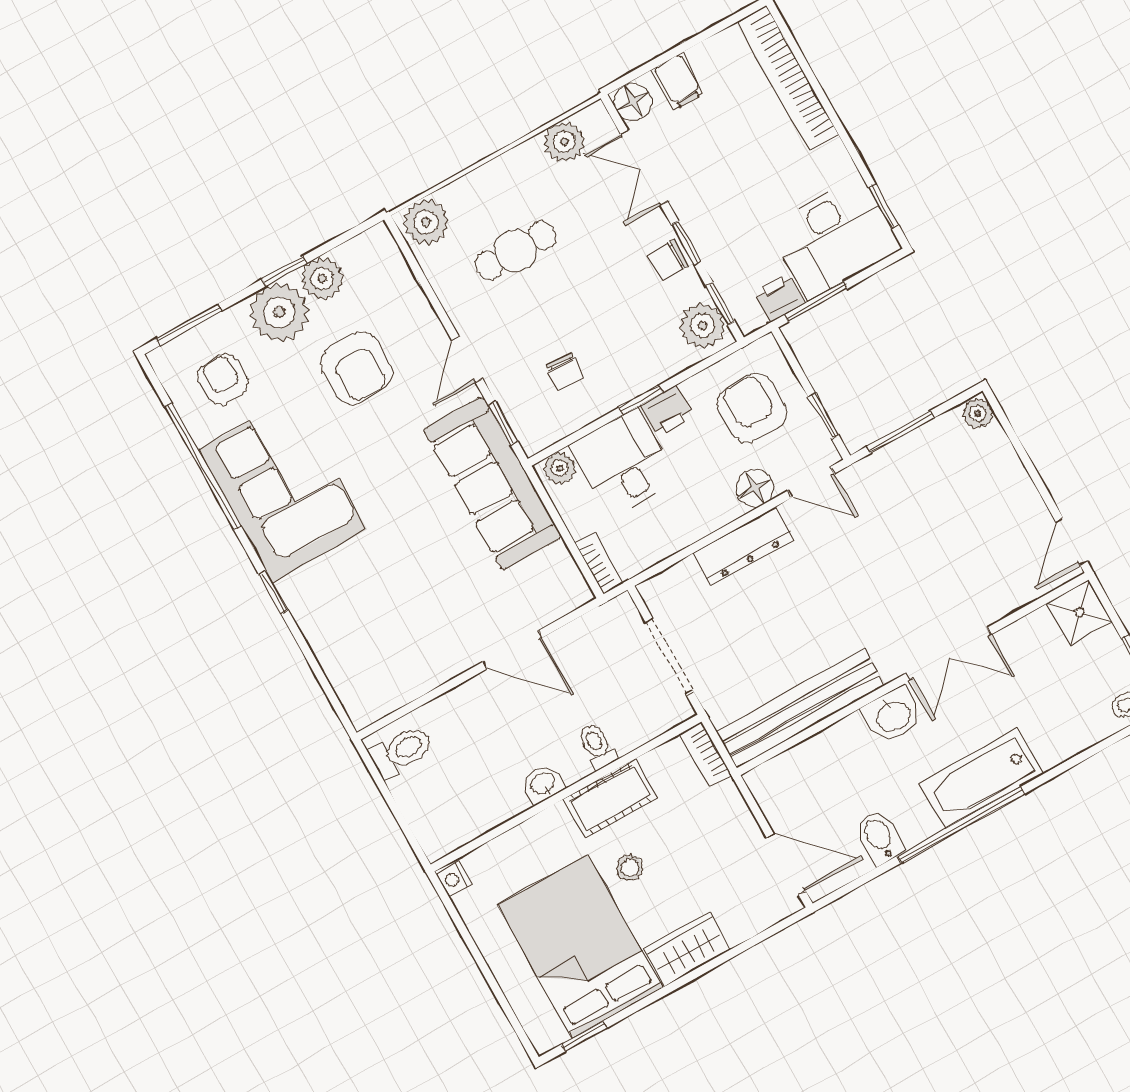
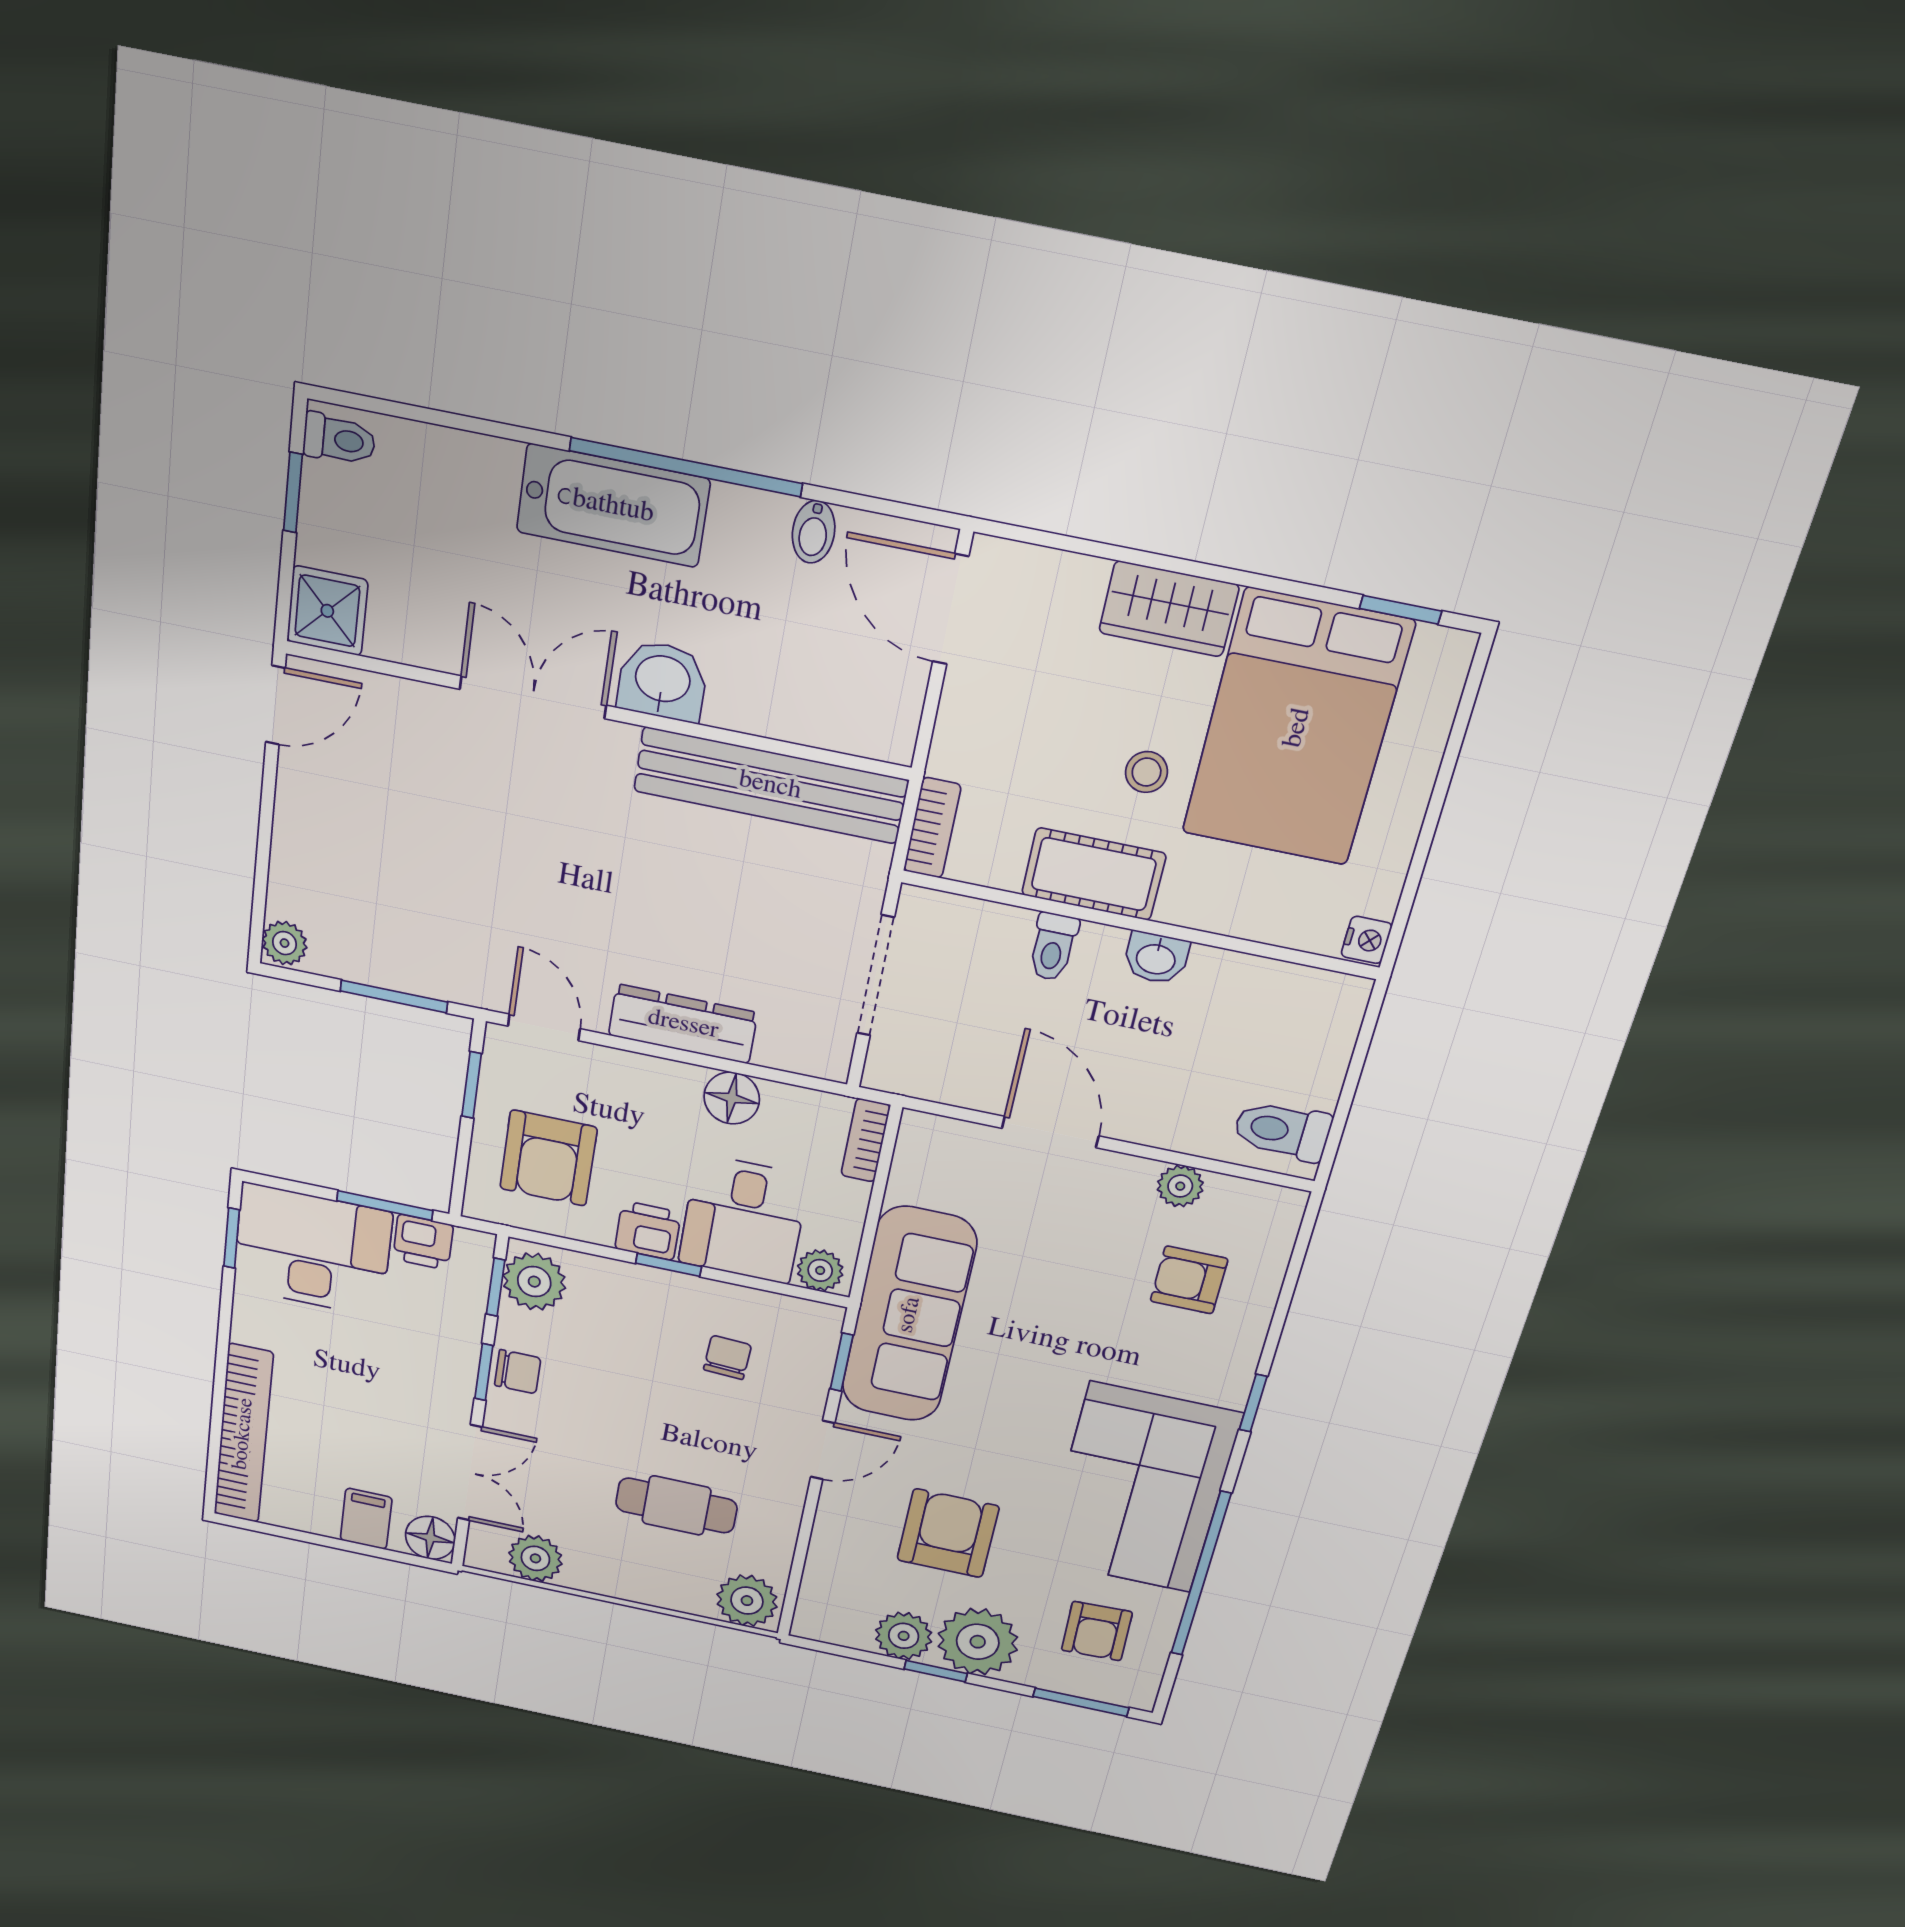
floor lamp: (755, 488) -> (732, 1098), moved
armchair: (371, 632) -> (1189, 1280), added
plant: (423, 678) -> (1180, 1186), added
bidet: (879, 837) -> (814, 532), width x0.72, depth x0.74

